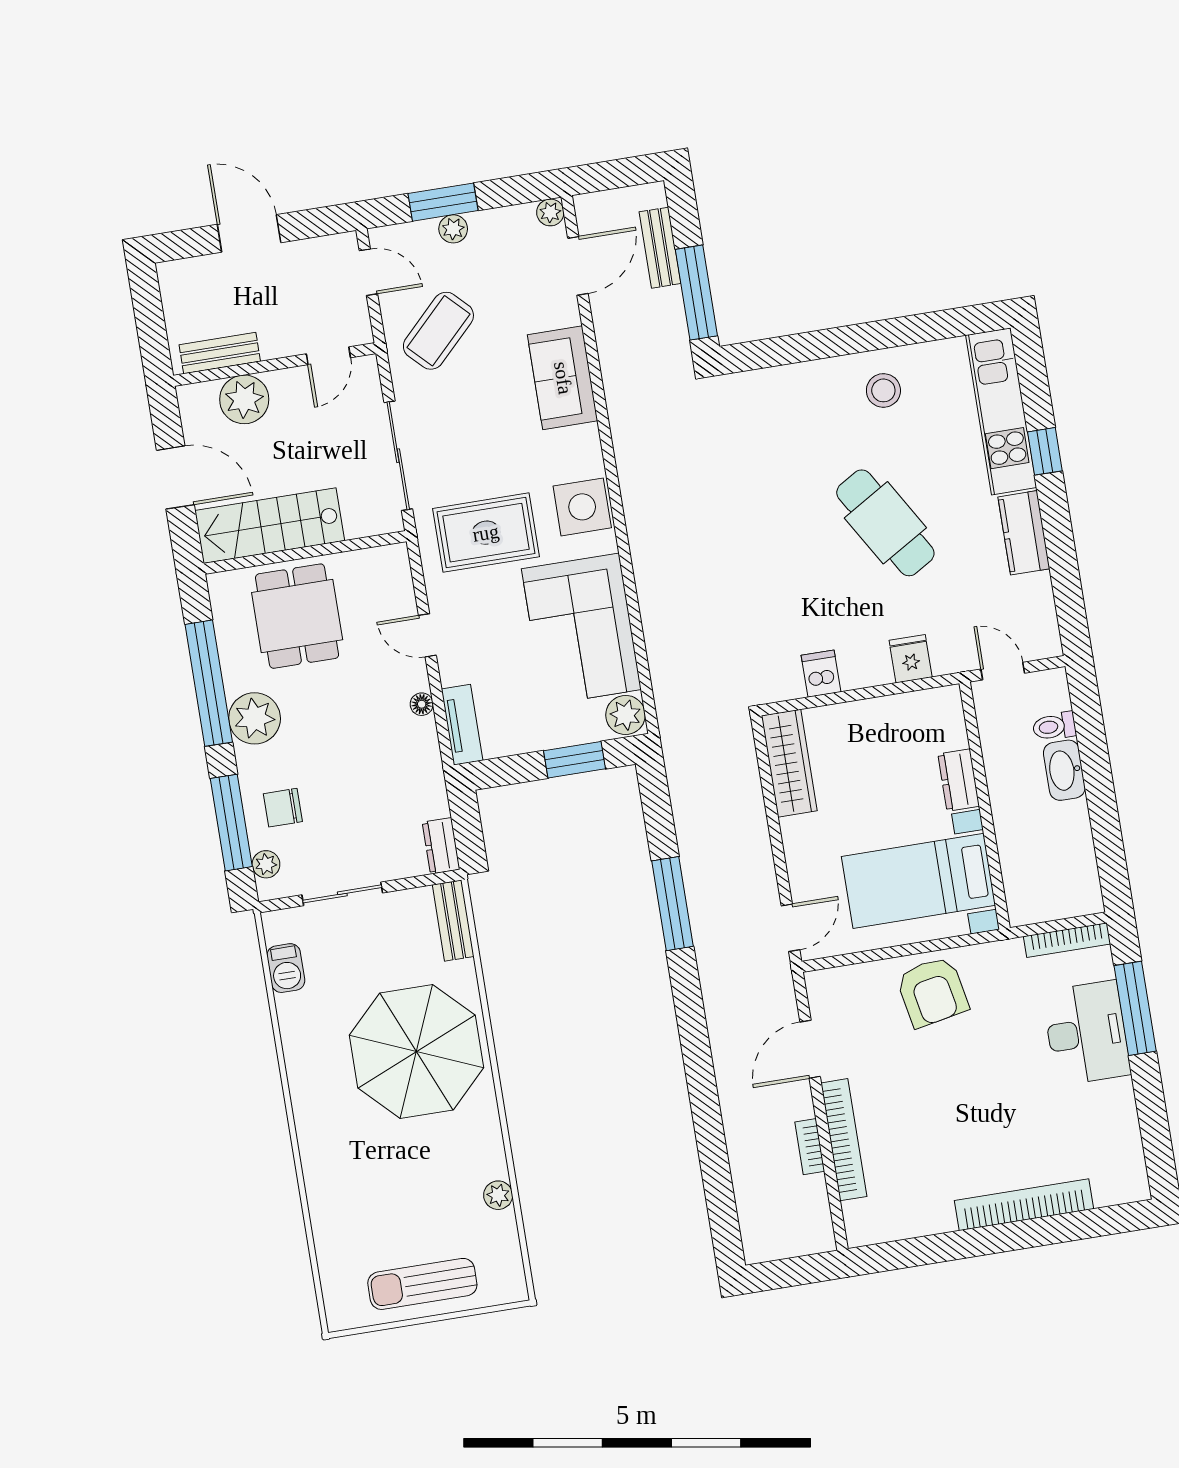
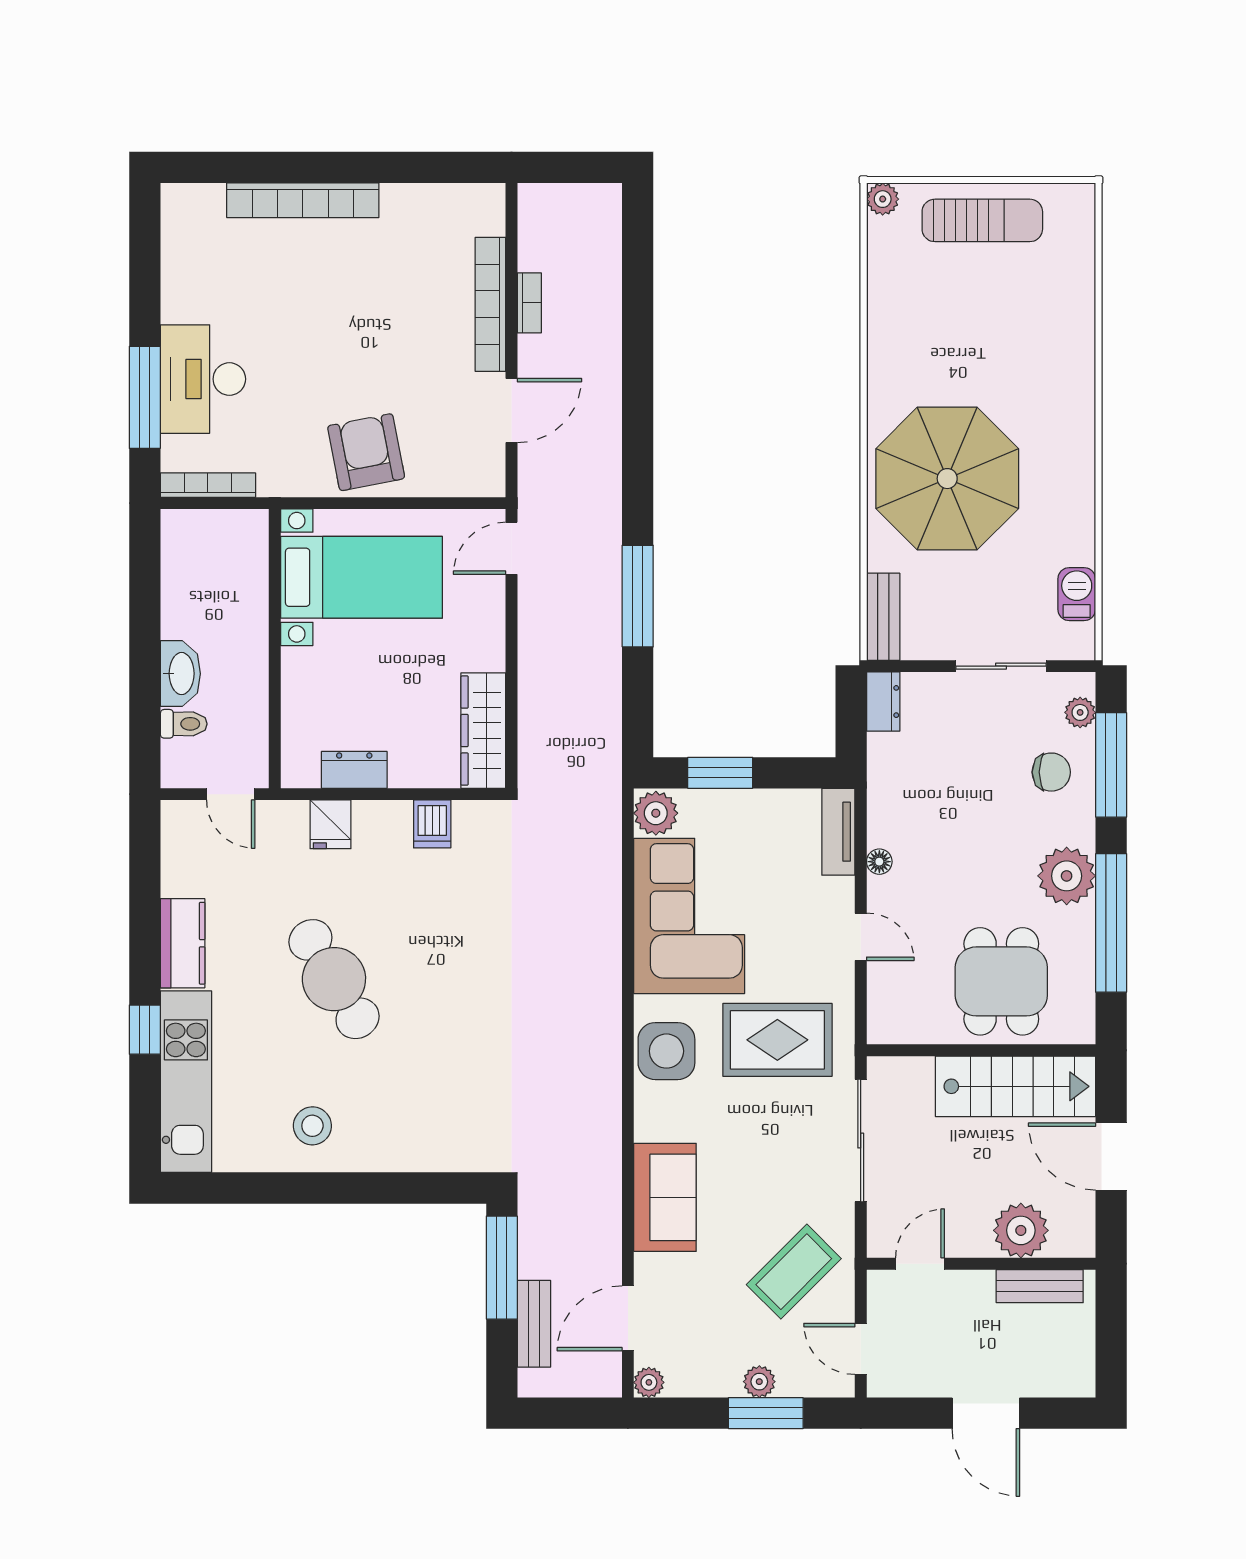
dresser: (959, 780) -> (354, 770), moved, turned -90
plant: (498, 1195) -> (883, 199), moved

